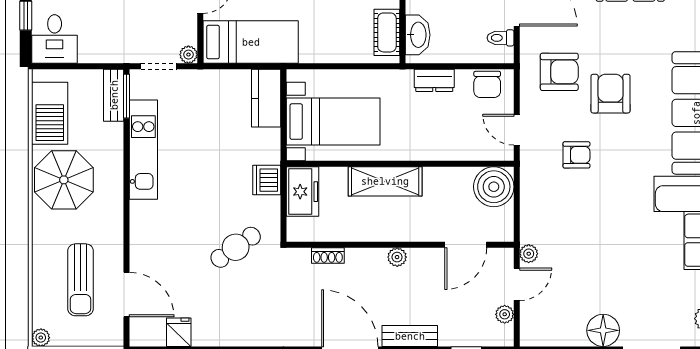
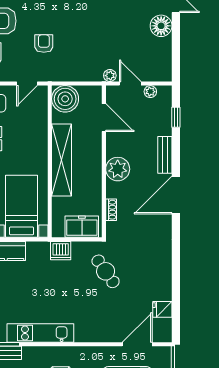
shelving: (385, 181) -> (62, 160), width x1.47
freezer: (302, 192) -> (82, 227), moved
plant: (397, 257) -> (118, 169), width x1.88, depth x1.88

